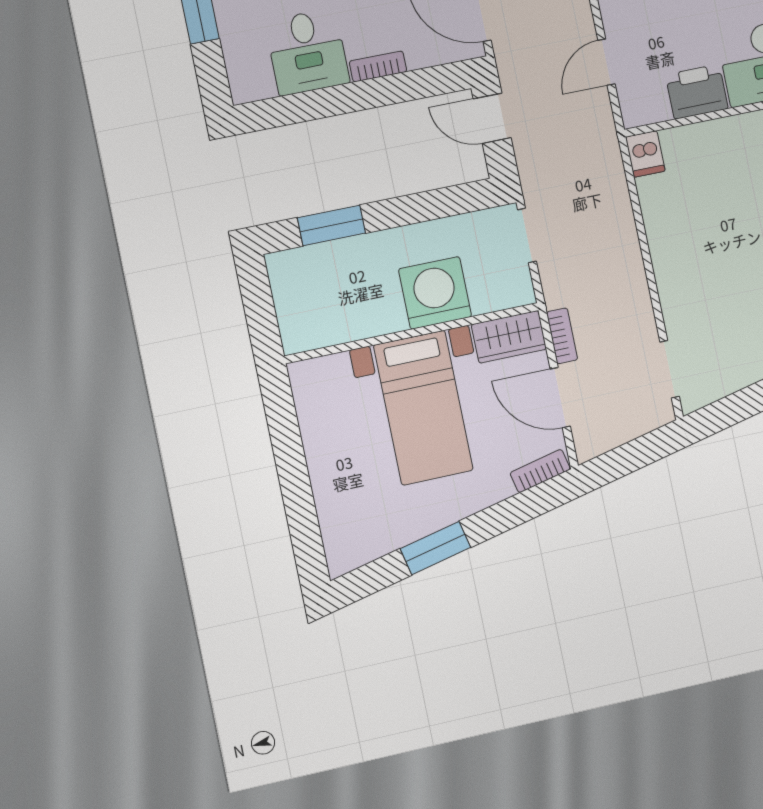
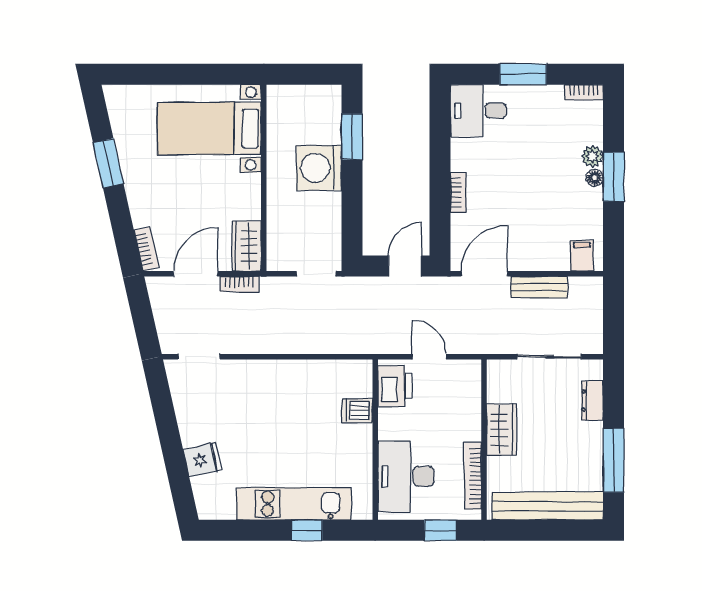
desk: (307, 52) -> (478, 111), moved
printer: (697, 92) -> (395, 386), moved
dishwasher: (645, 154) -> (357, 411), moved
washing machine: (435, 293) -> (319, 168), moved, turned 180
bed with nightstands: (423, 408) -> (209, 129), moved

